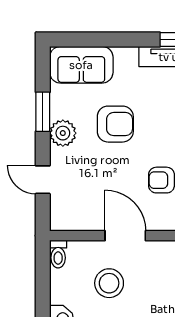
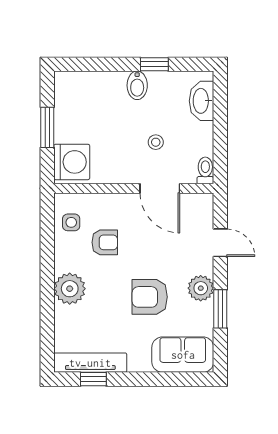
door: (125, 236) -> (160, 188), moved
stool: (109, 283) -> (156, 142), width x0.53, depth x0.53

